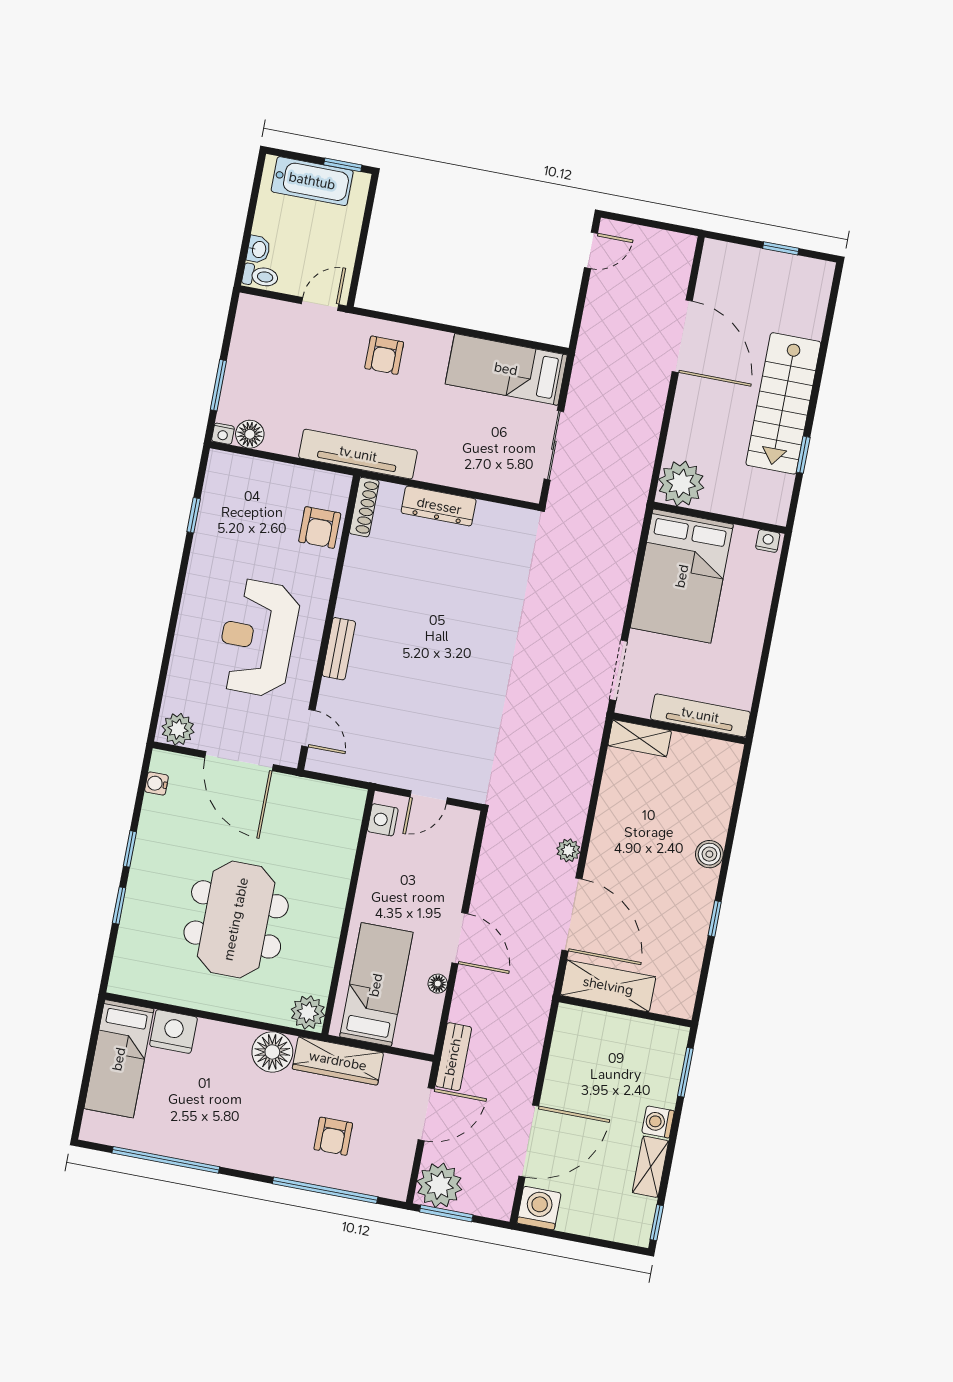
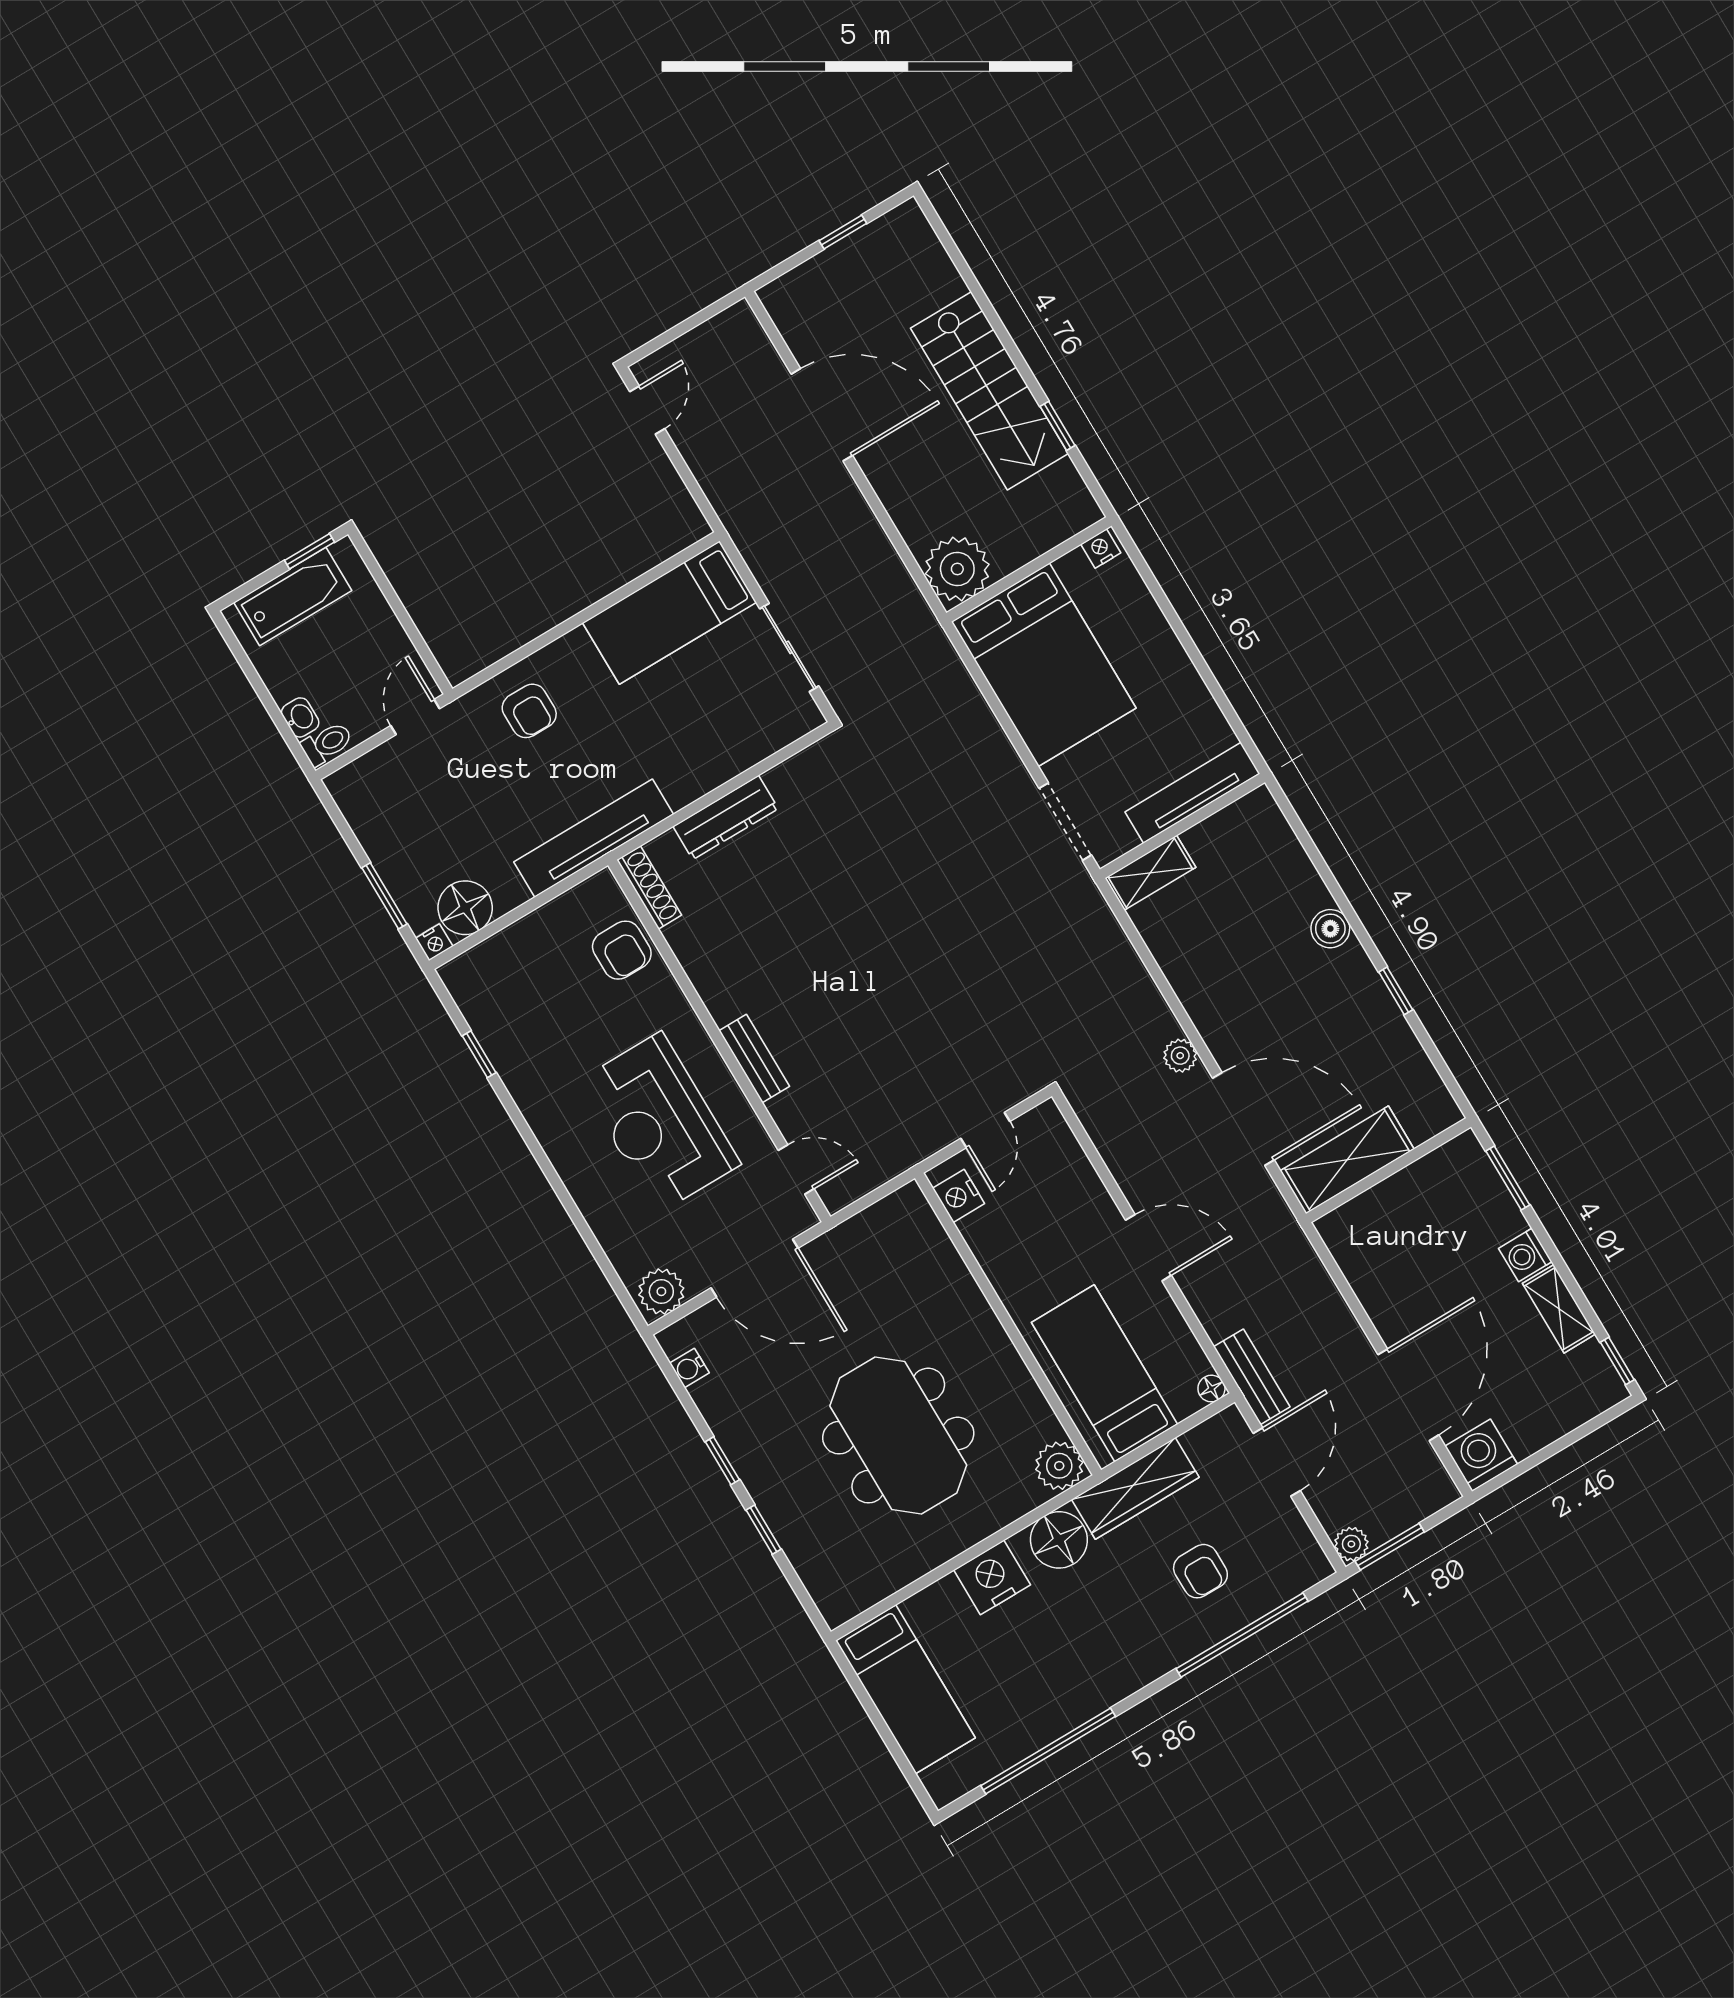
floor lamp: (250, 434) -> (465, 908), width x1.38, depth x1.38
floor lamp: (438, 984) -> (1211, 1389), moved
nightstand: (173, 1032) -> (992, 1577), moved
plant: (439, 1185) -> (1351, 1544), width x0.53, depth x0.53

